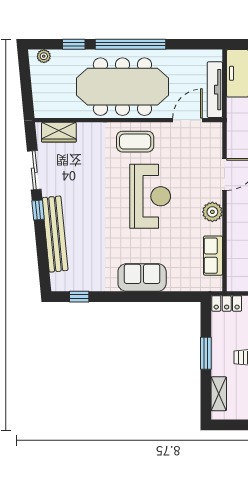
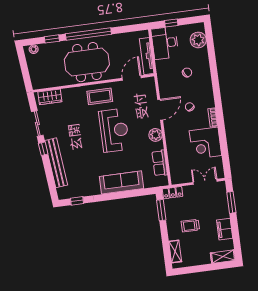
meeting table: (122, 87) -> (87, 62), width x0.73
sofa: (142, 277) -> (121, 182), width x1.36
window: (206, 353) -> (161, 210), moved

